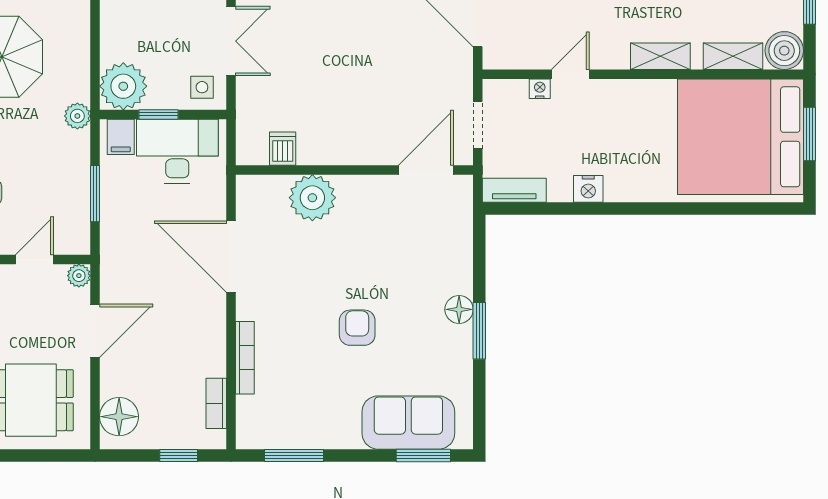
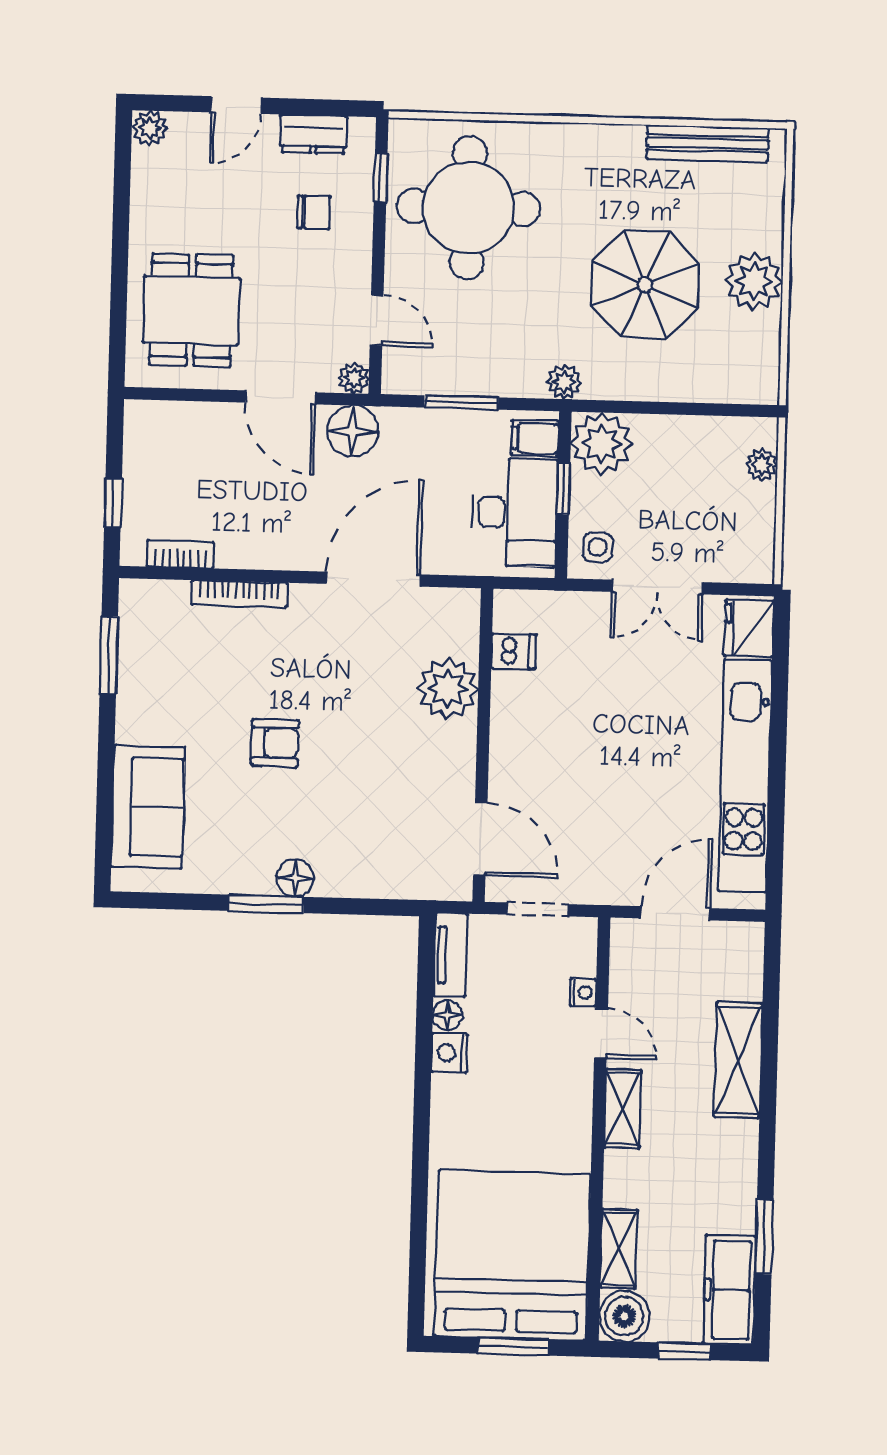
shelving: (660, 56) -> (623, 1109), moved
floor lamp: (560, 191) -> (447, 1015), added
floor lamp: (119, 417) -> (353, 431), moved
window: (423, 455) -> (104, 826), removed

